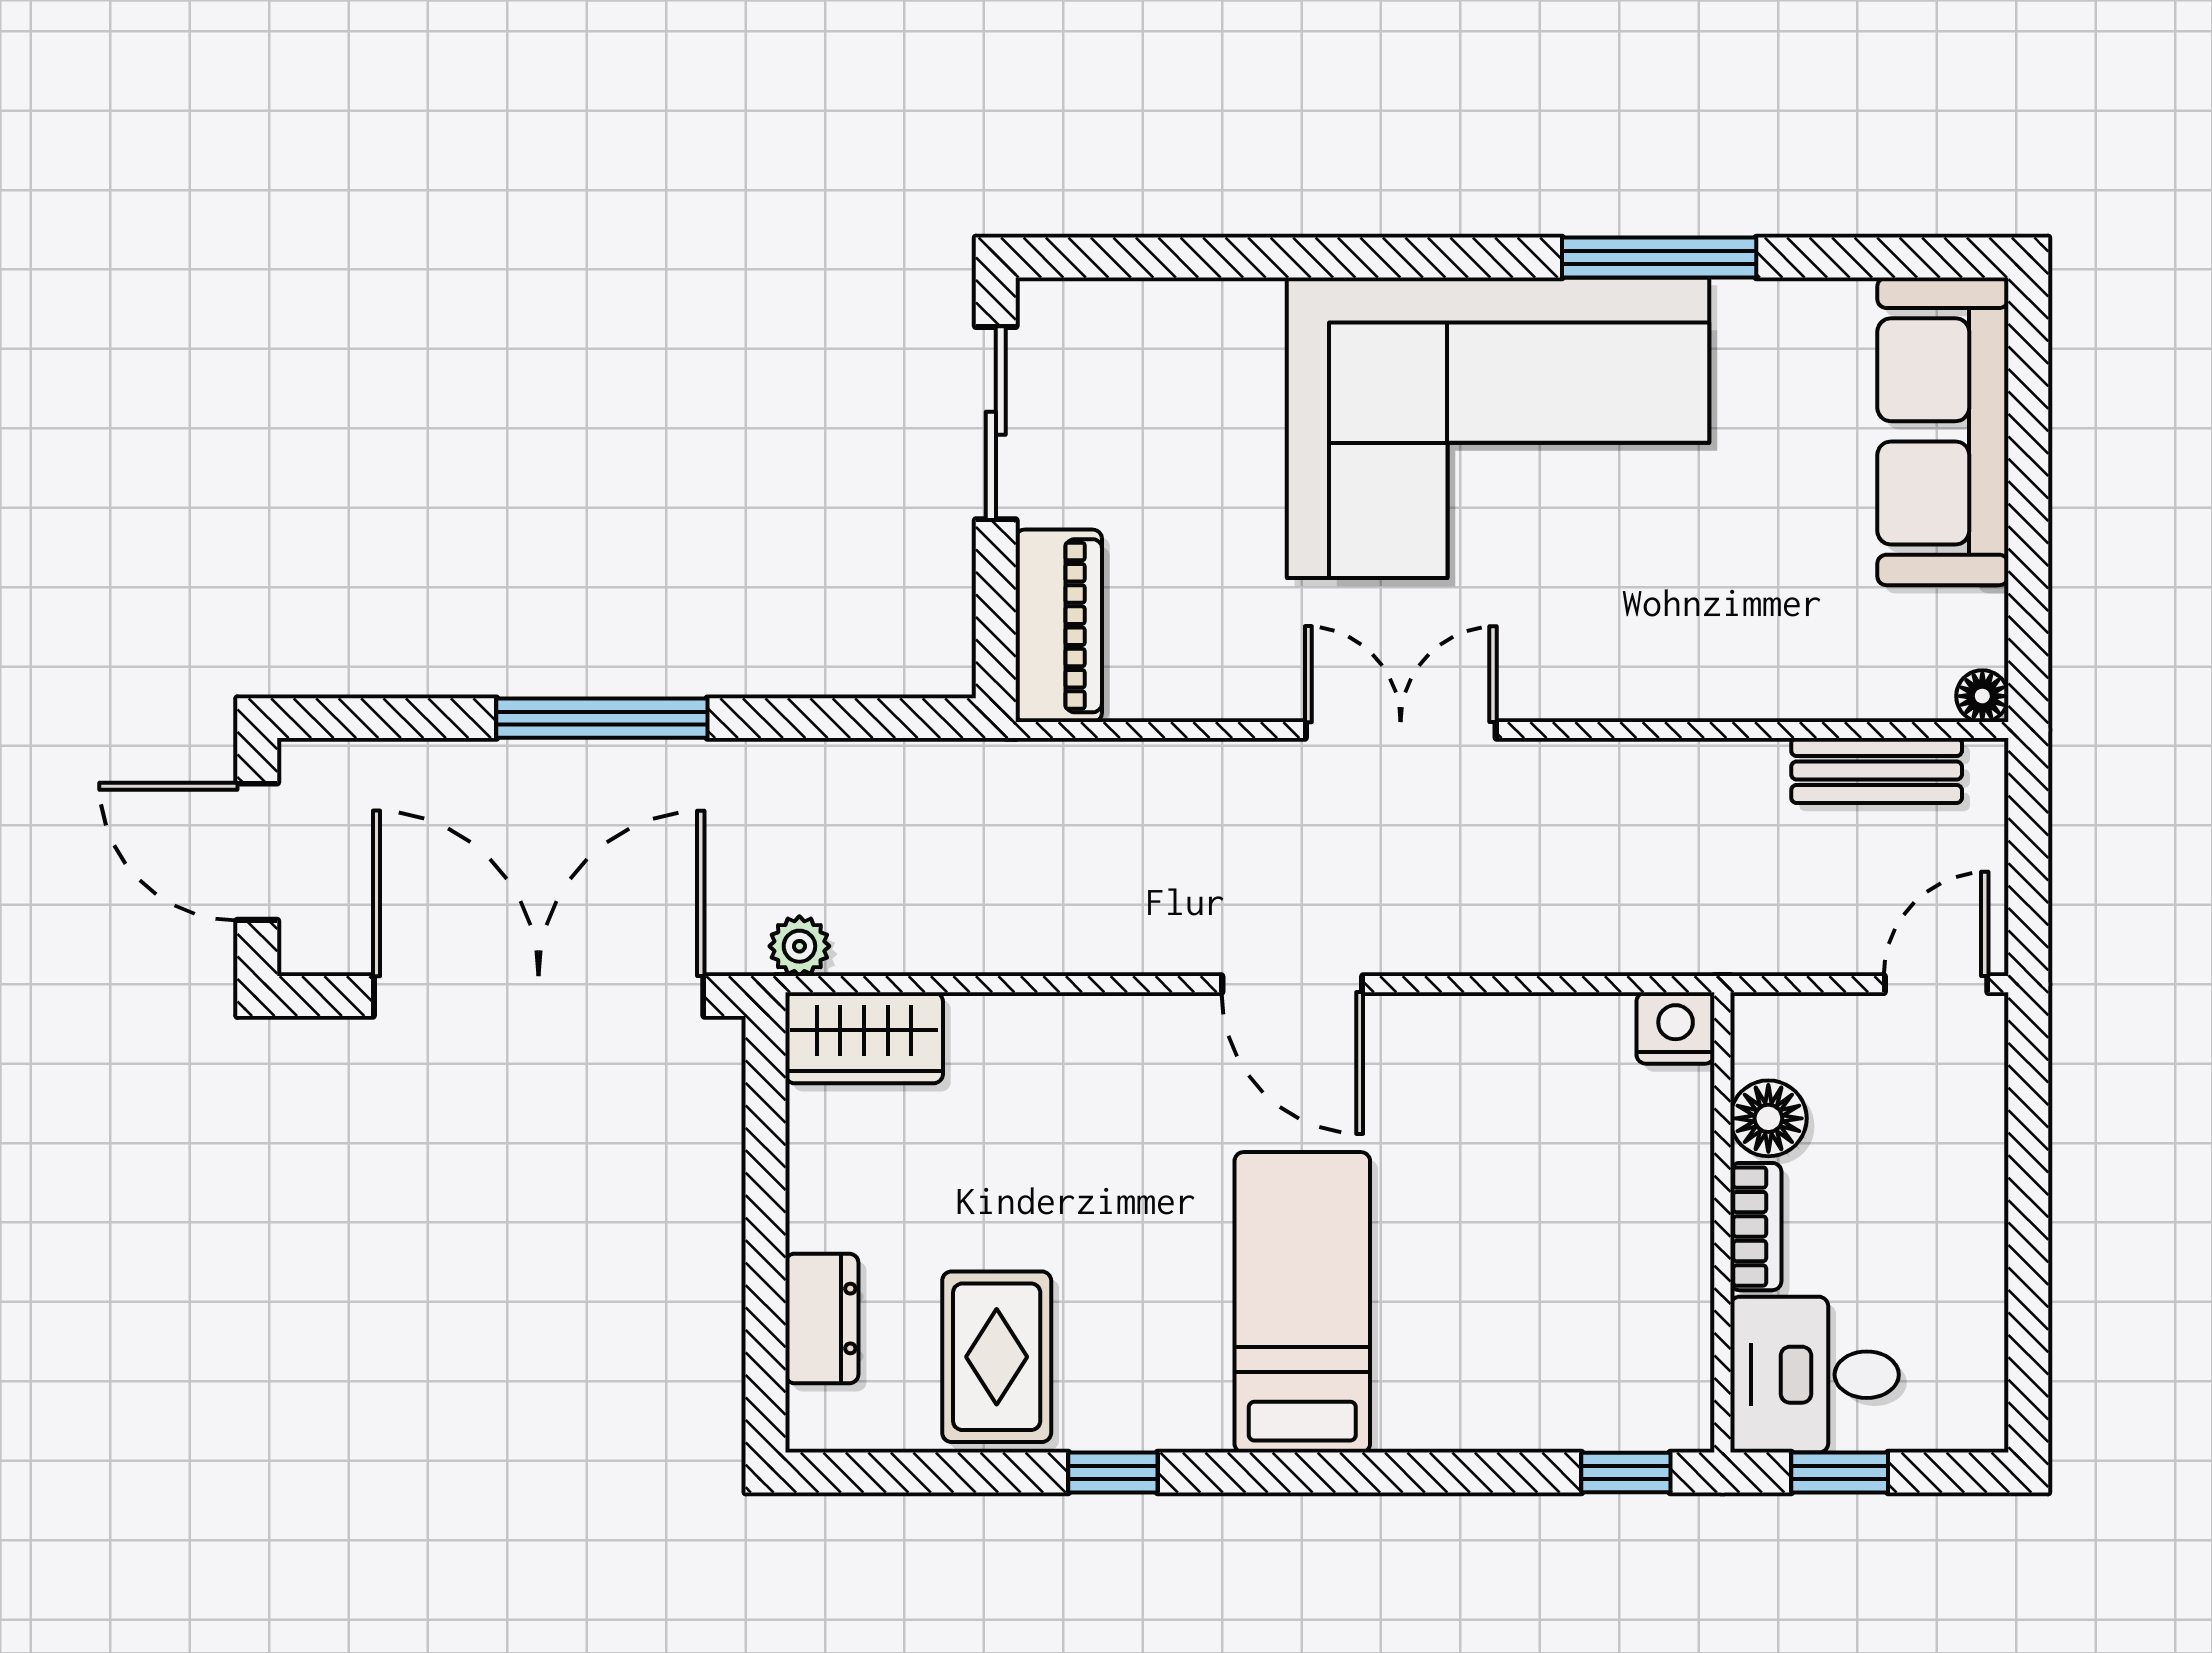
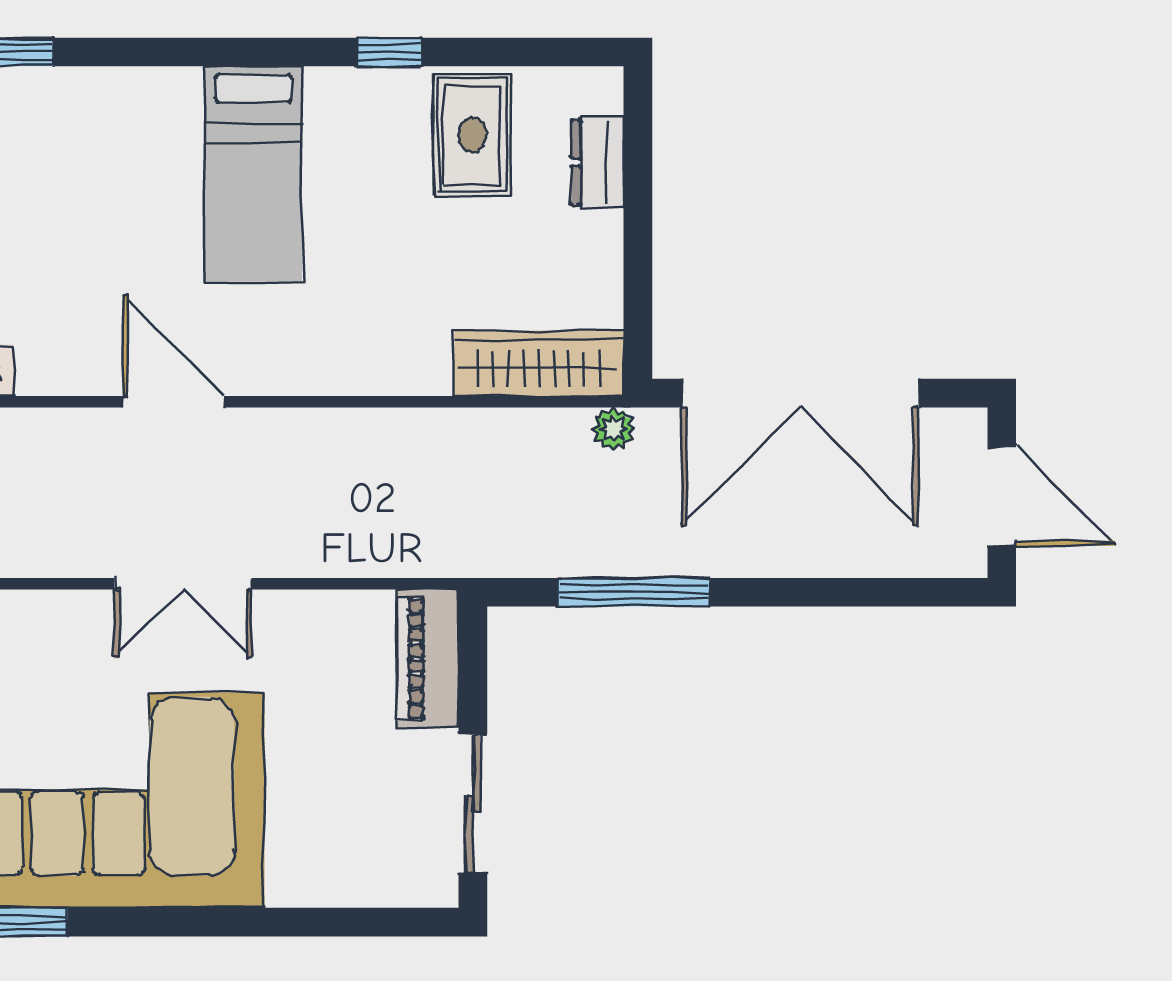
window: (602, 718) -> (634, 592), moved
door: (1292, 984) -> (174, 402), moved
wardrobe: (864, 1038) -> (539, 363), width x1.50

